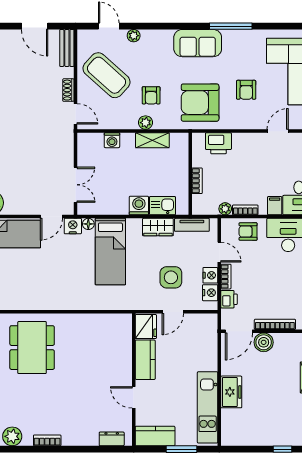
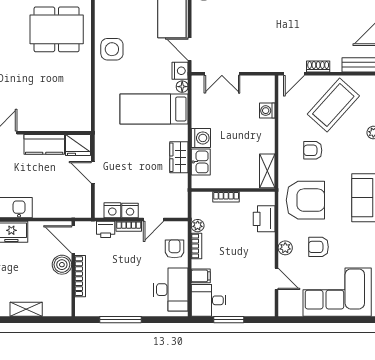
armchair: (200, 103) -> (305, 200), turned 90
plant: (146, 123) -> (285, 248), moved
shelving: (152, 140) -> (267, 171), moved
tv unit: (192, 225) -> (181, 192), removed
side table: (171, 277) -> (112, 49), moved

